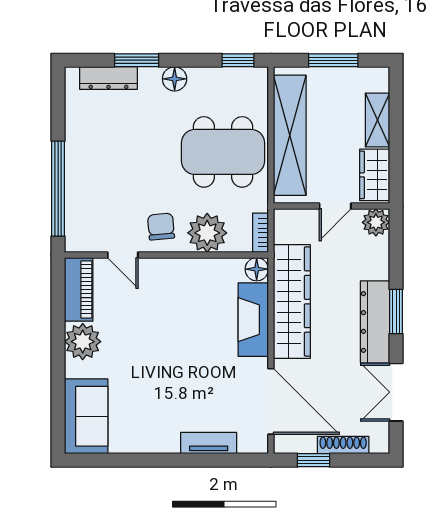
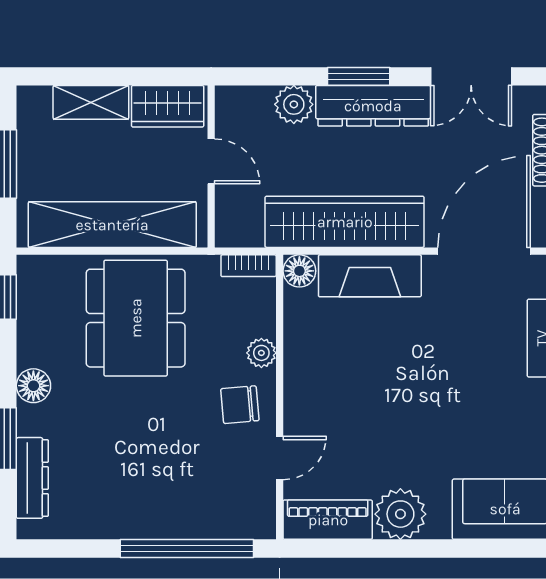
plant: (376, 222) -> (294, 104), moved
plant: (207, 233) -> (261, 353), width x0.53, depth x0.53

